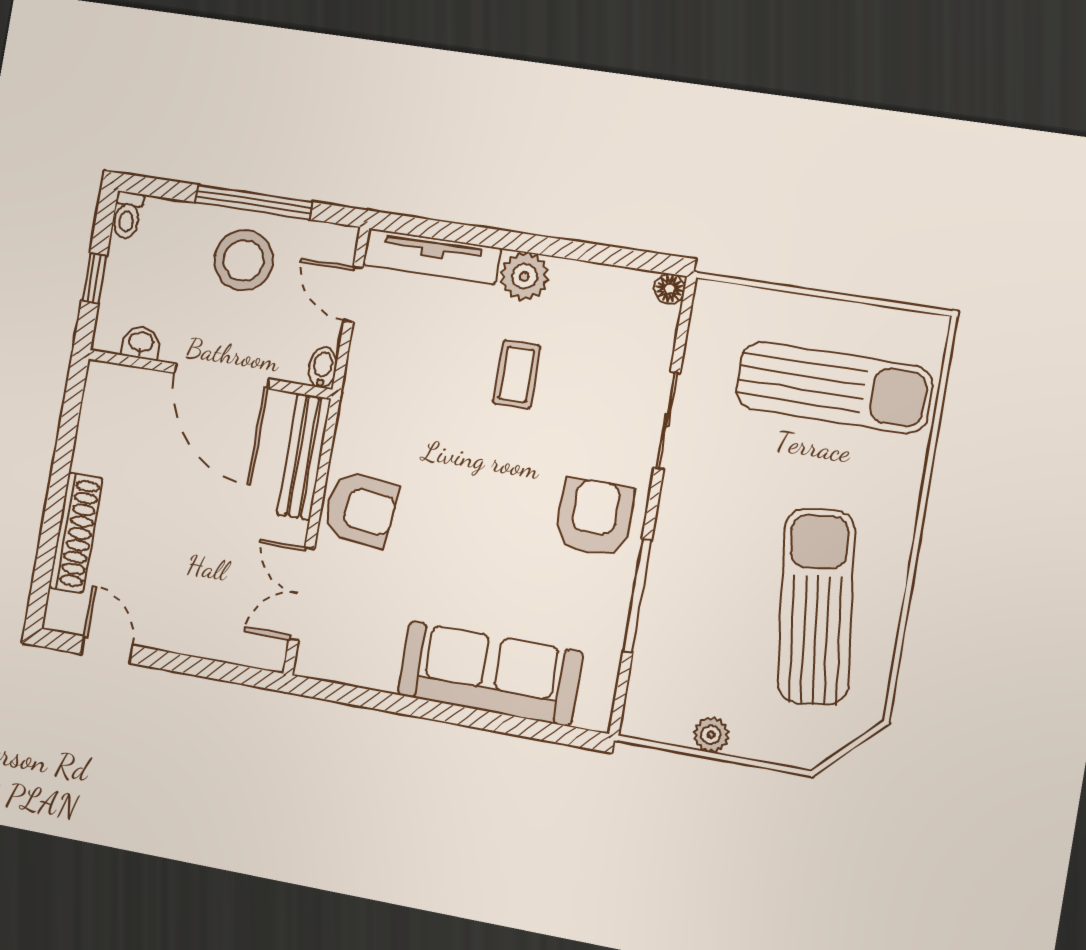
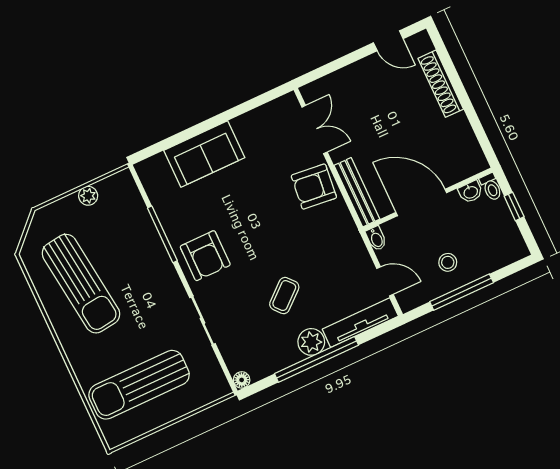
toilet: (127, 215) -> (491, 187), moved, turned 180
window: (535, 244) -> (317, 359), added
stool: (244, 260) -> (448, 262), width x0.53, depth x0.53
coffee table: (517, 374) -> (284, 296), turned 49
sofa: (490, 673) -> (204, 154), width x0.73

